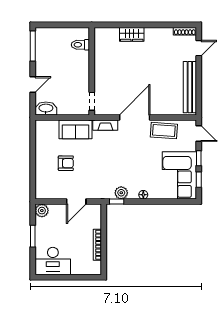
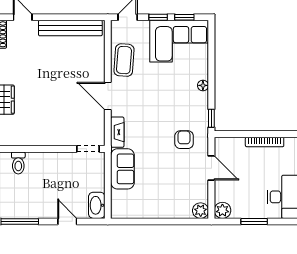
door: (135, 117) -> (108, 96), width x0.73
armchair: (66, 163) -> (184, 140), moved
plant: (121, 193) -> (201, 211), moved

